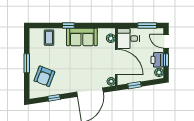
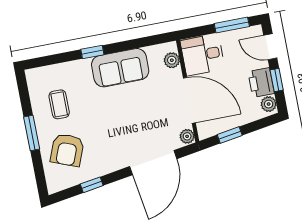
coffee table: (49, 38) -> (59, 104), moved

